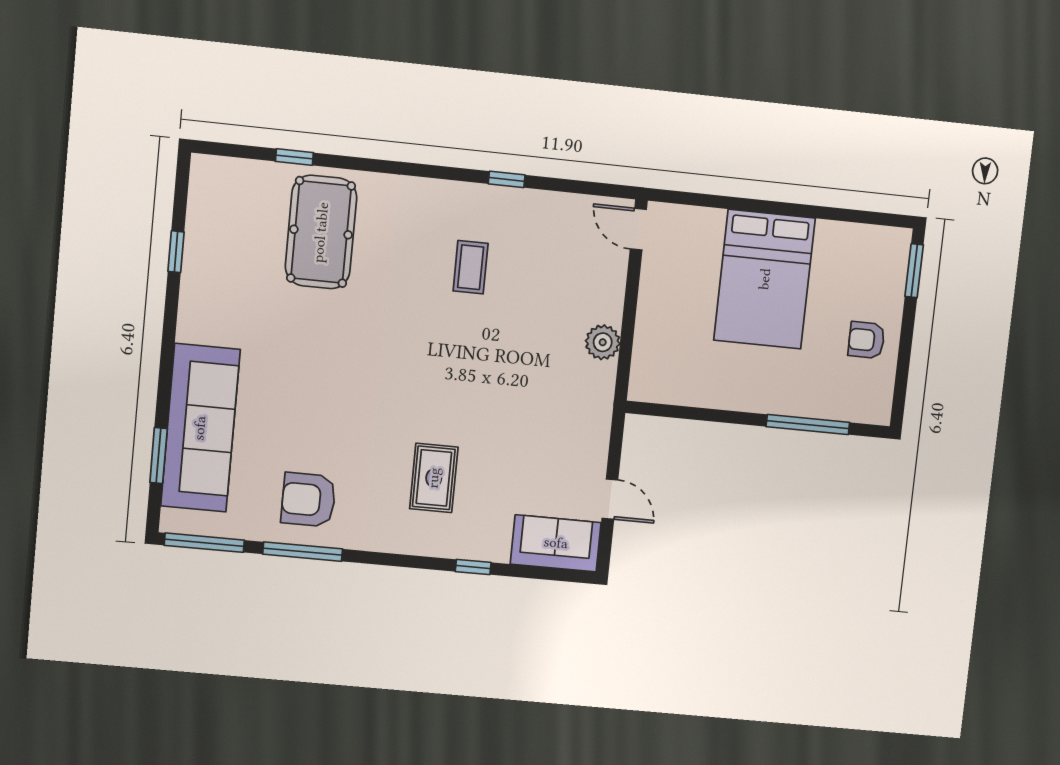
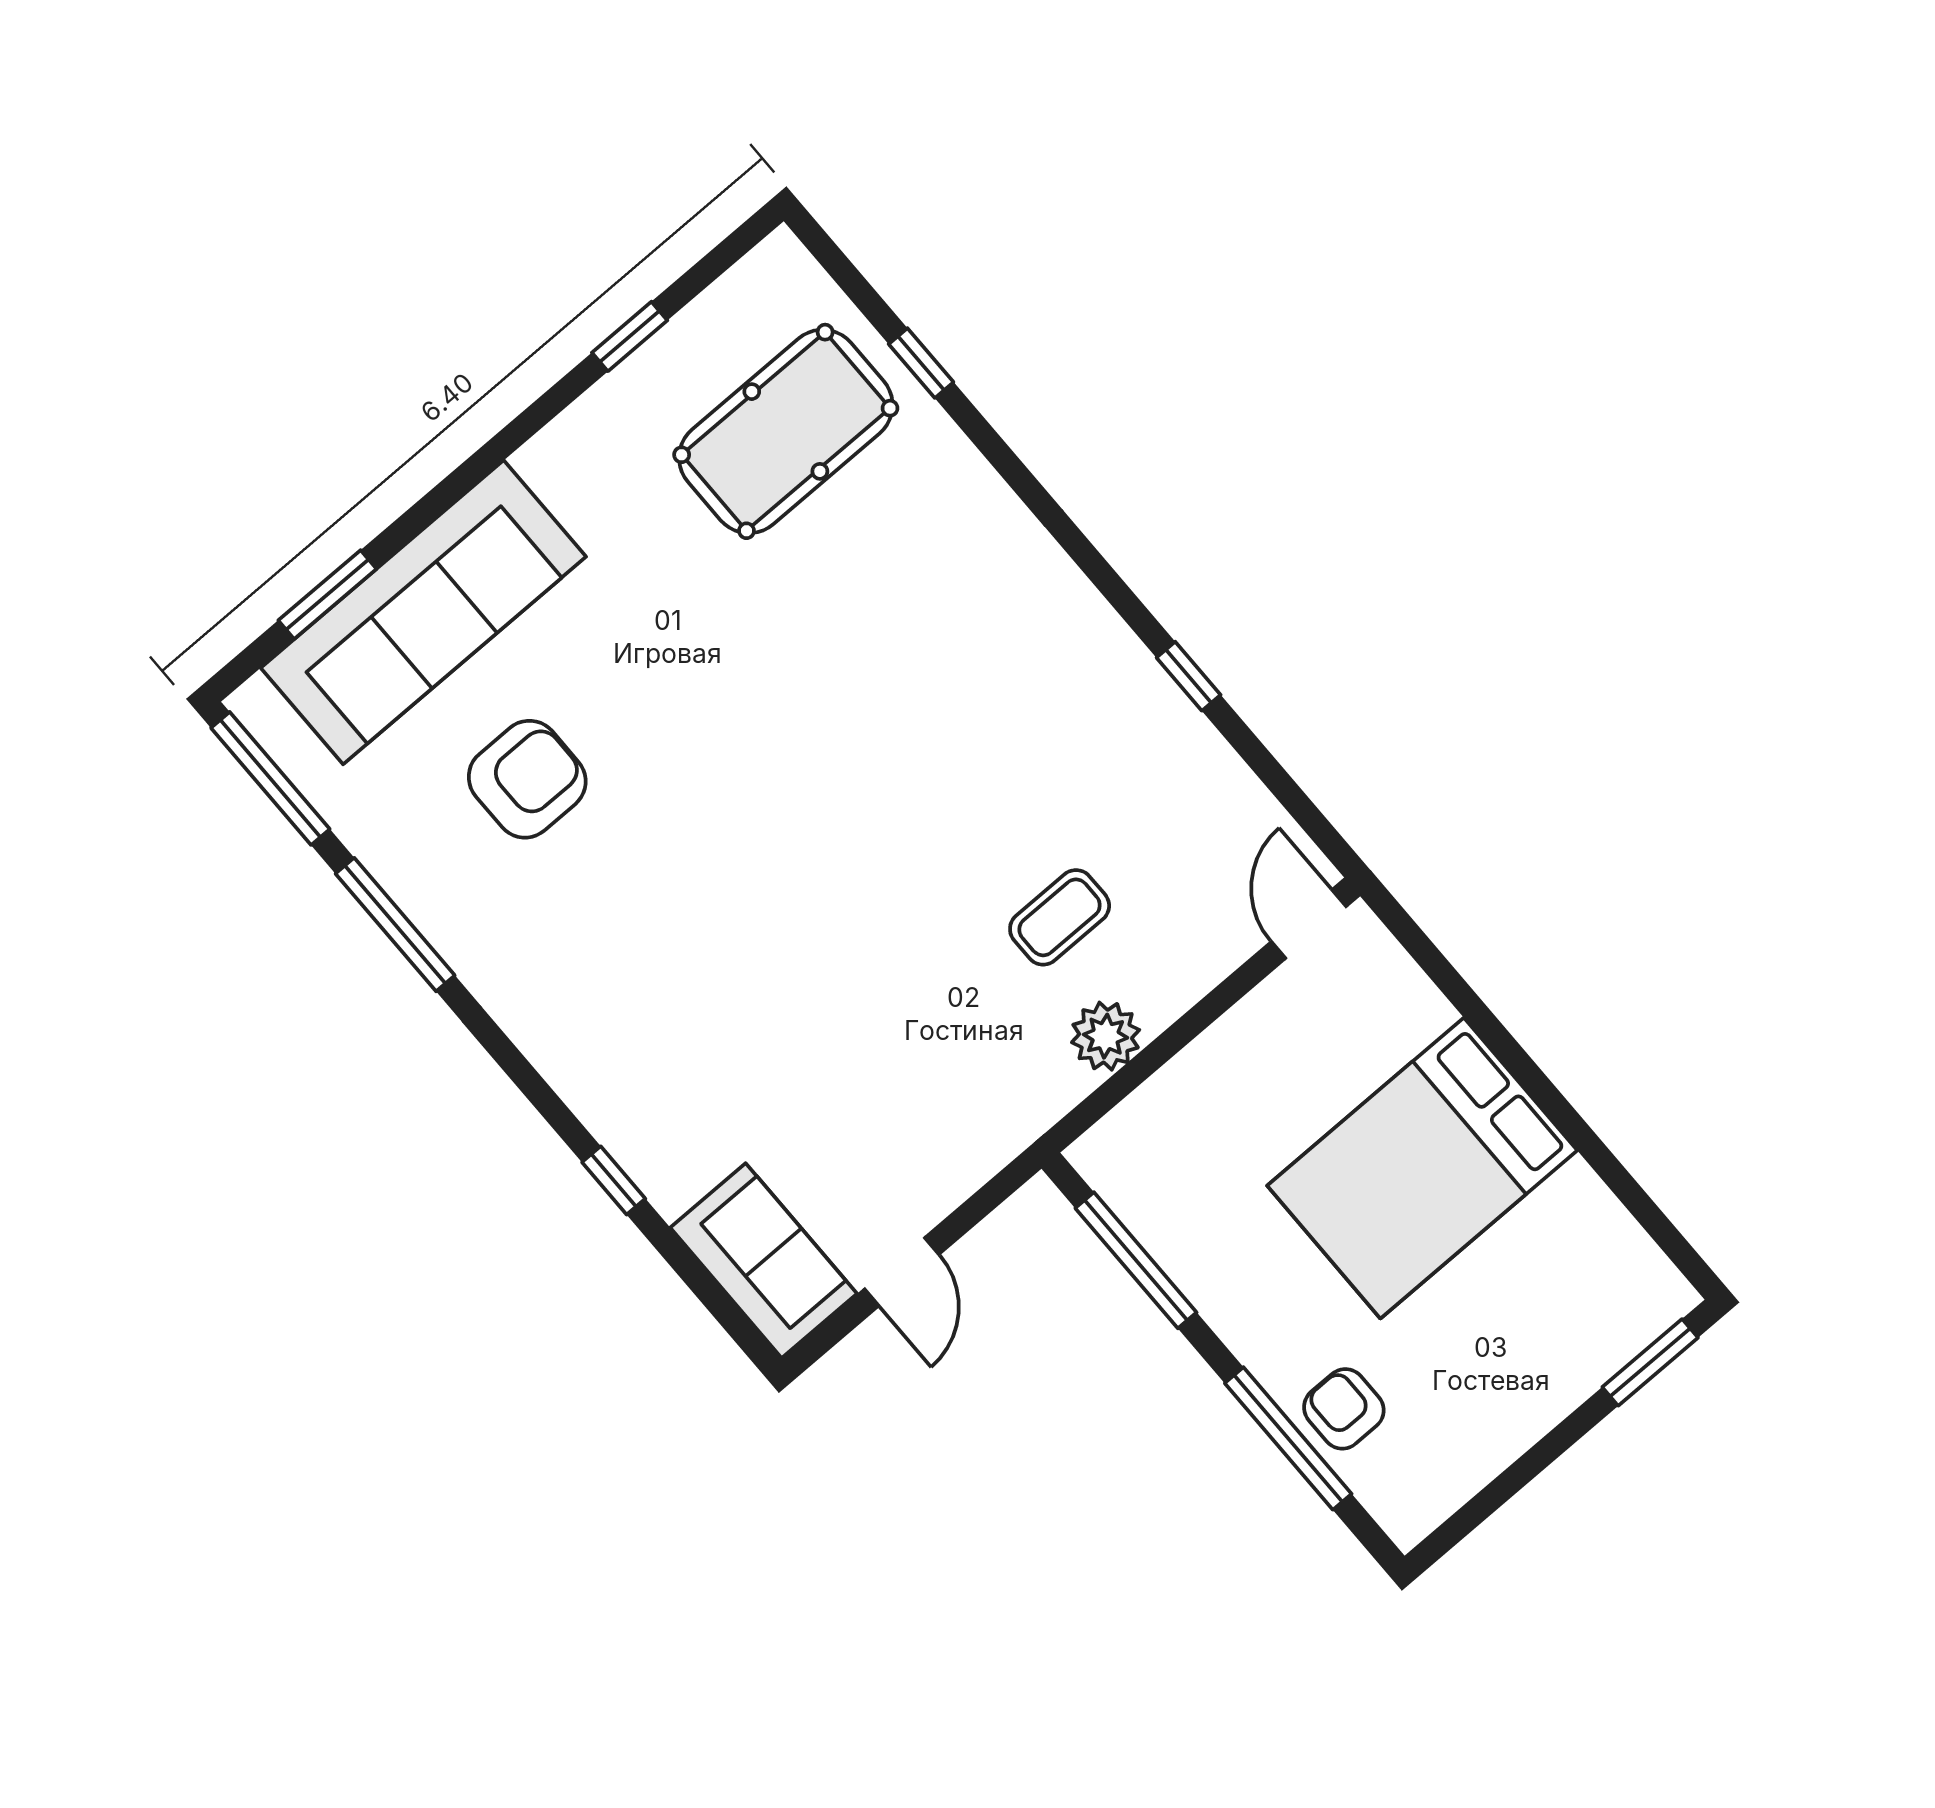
pool table: (321, 232) -> (786, 431), moved
coffee table: (471, 267) -> (1060, 917), moved
armchair: (866, 340) -> (1344, 1409), moved
window: (691, 413) -> (1136, 1260), added
rug: (434, 478) -> (681, 999), removed
armchair: (308, 500) -> (527, 779), moved, turned 90

